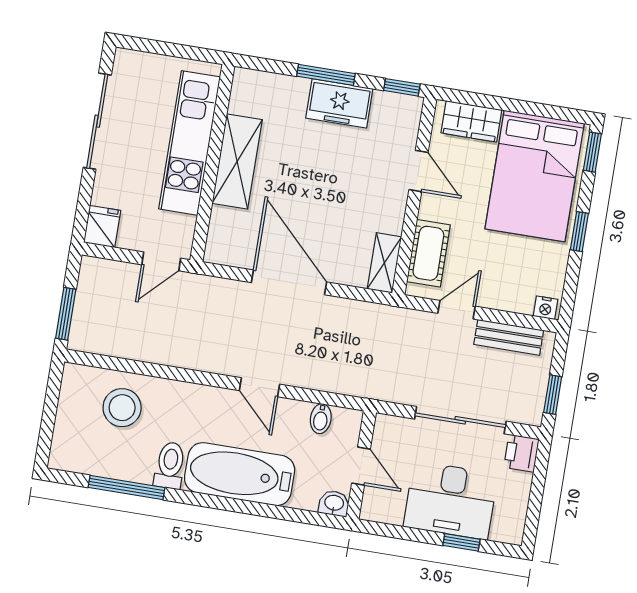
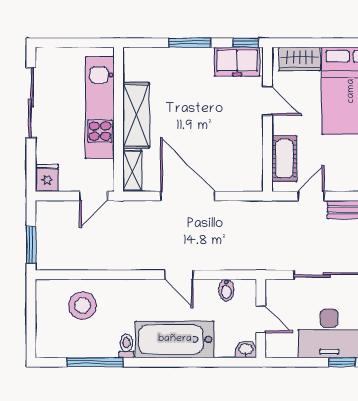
freezer: (339, 103) -> (237, 62), moved
shelving: (384, 263) -> (132, 171), moved
toilet: (170, 465) -> (126, 346), width x0.73, depth x0.72

